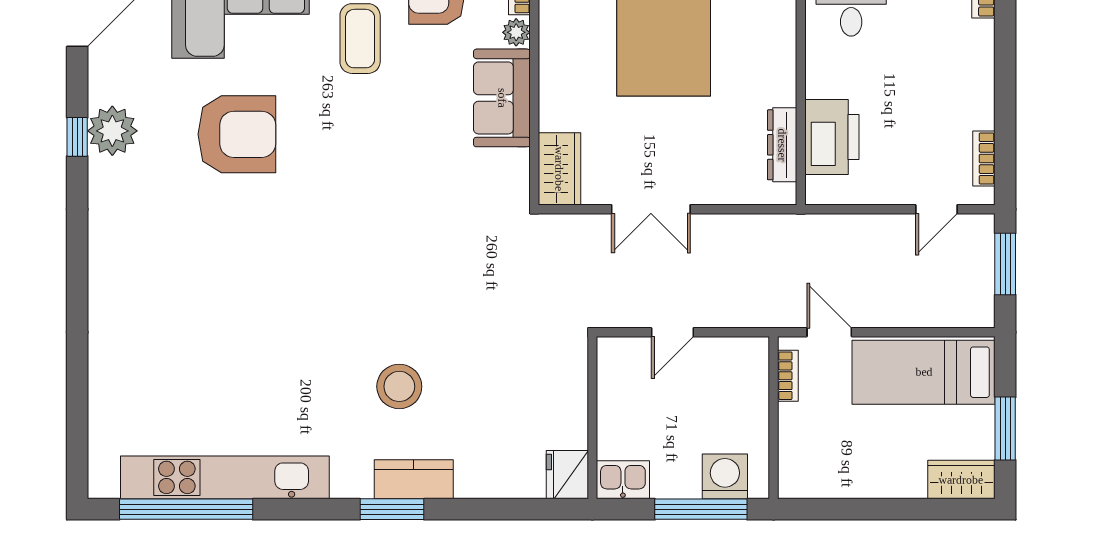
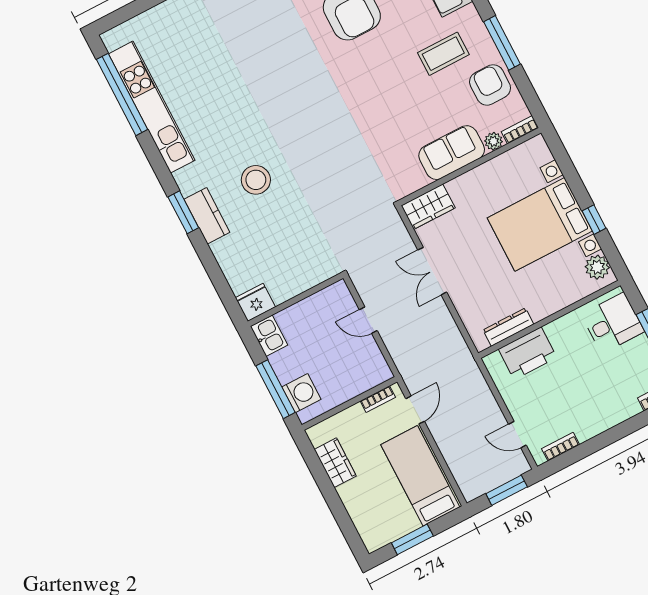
wardrobe: (961, 480) -> (335, 463), moved

